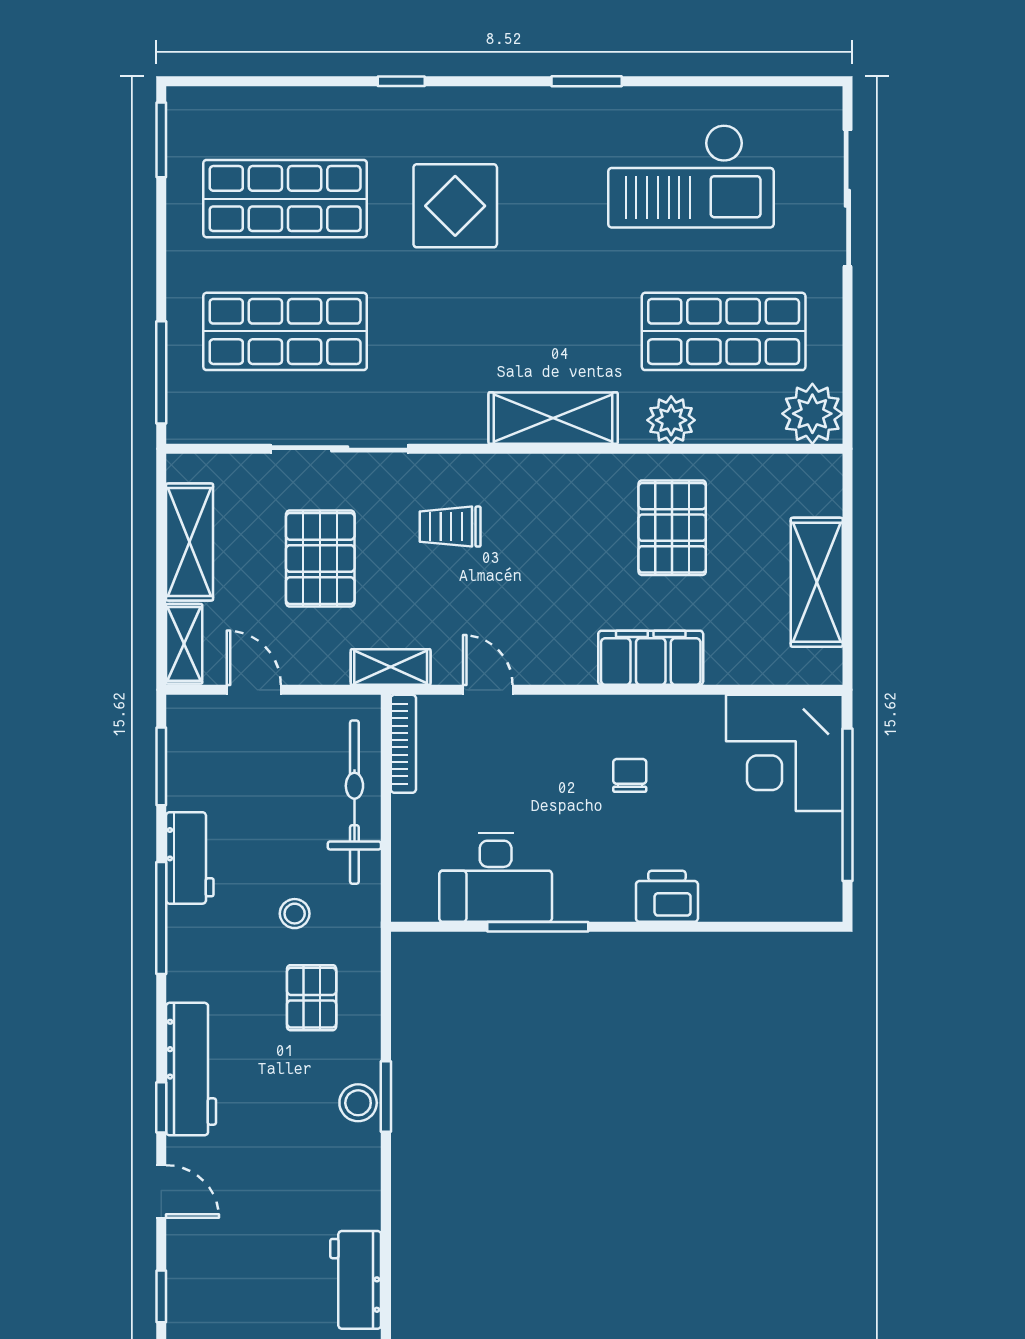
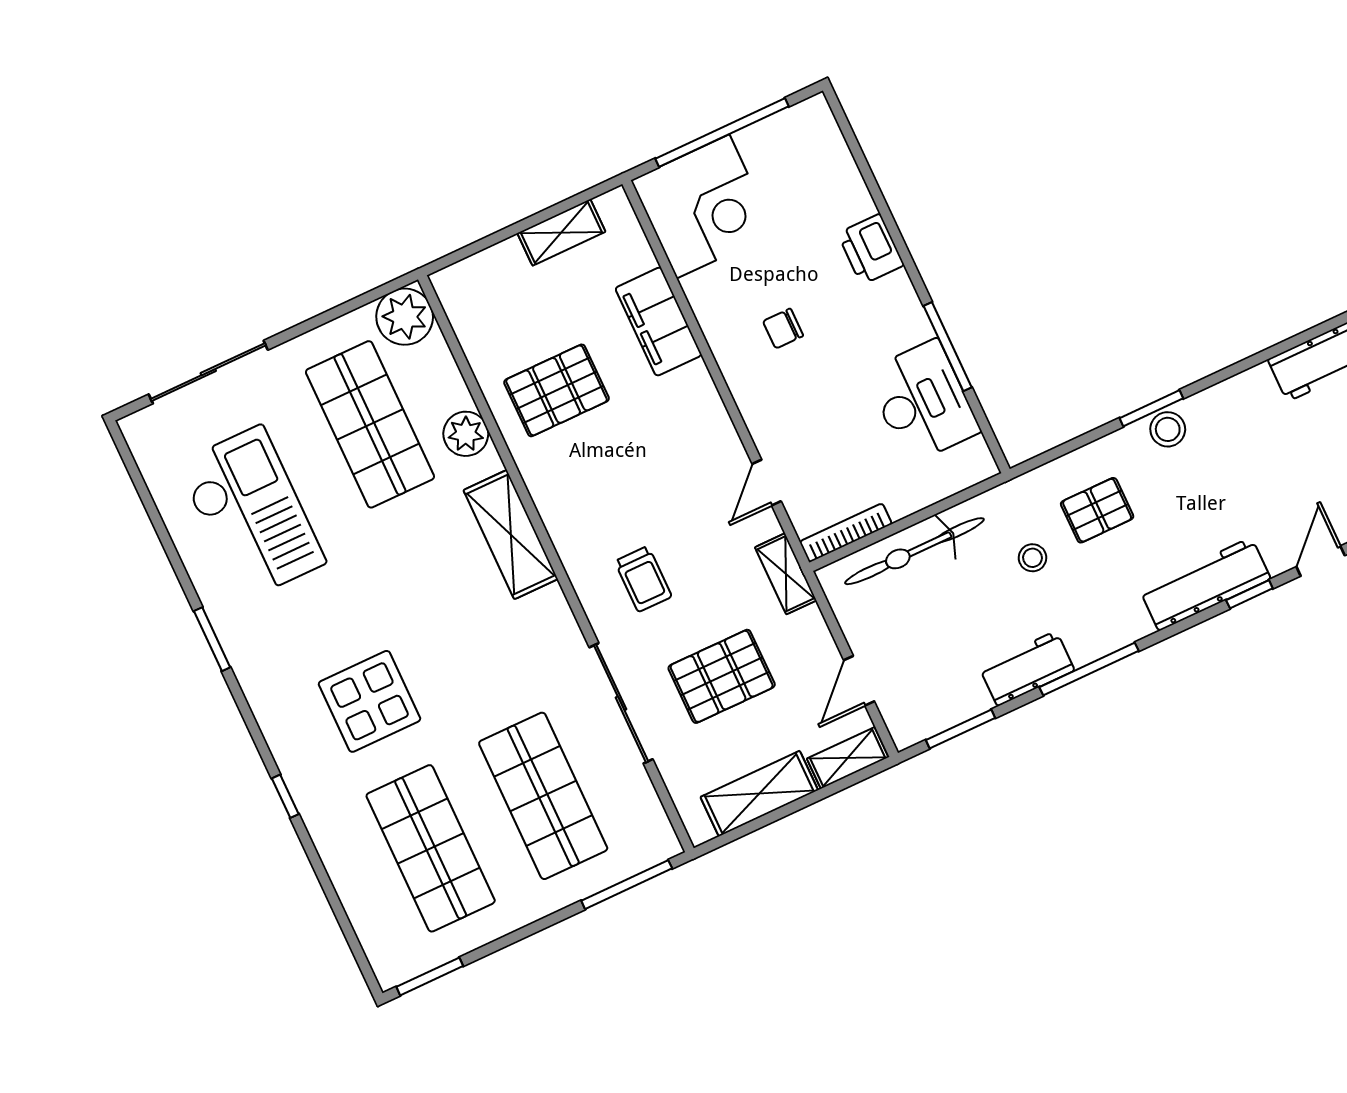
shelving: (817, 582) -> (561, 232), width x0.67, depth x0.75
filing cabinet: (651, 658) -> (658, 322), moved

